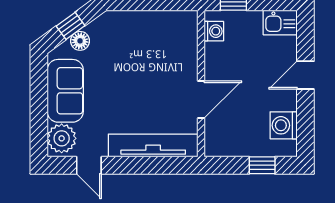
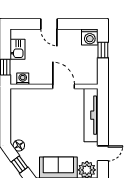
kitchen sink: (280, 23) -> (18, 49), moved
floor lamp: (80, 41) -> (19, 145), moved
washing machine: (284, 125) -> (90, 37), moved

